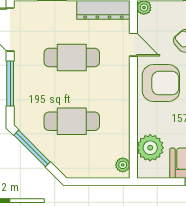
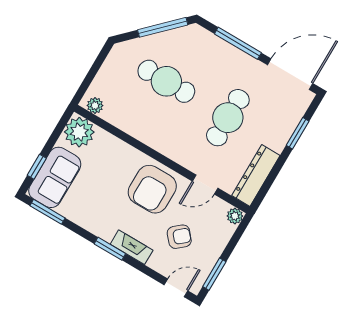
cafe table: (72, 121) -> (166, 81), turned 90
plant: (150, 148) -> (79, 132), moved

